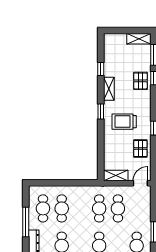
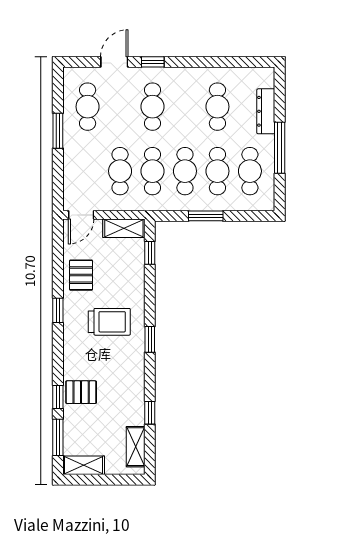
pallet: (140, 81) -> (81, 392), turned 90
shelving: (109, 89) -> (136, 447), moved
window: (101, 161) -> (150, 253), added
window: (68, 183) -> (206, 216), added
cafe table: (80, 208) -> (185, 171), added

